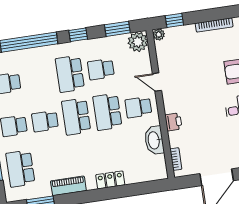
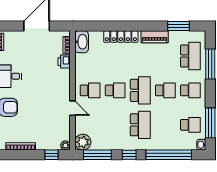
window: (117, 29) -> (97, 155), width x1.44
school desk: (101, 69) -> (115, 125), removed
school desk: (107, 112) -> (115, 90), width x0.54
printer: (173, 122) -> (64, 62), moved
washbasin: (154, 140) -> (82, 42), moved
locker: (110, 180) -> (121, 36), width x1.53

